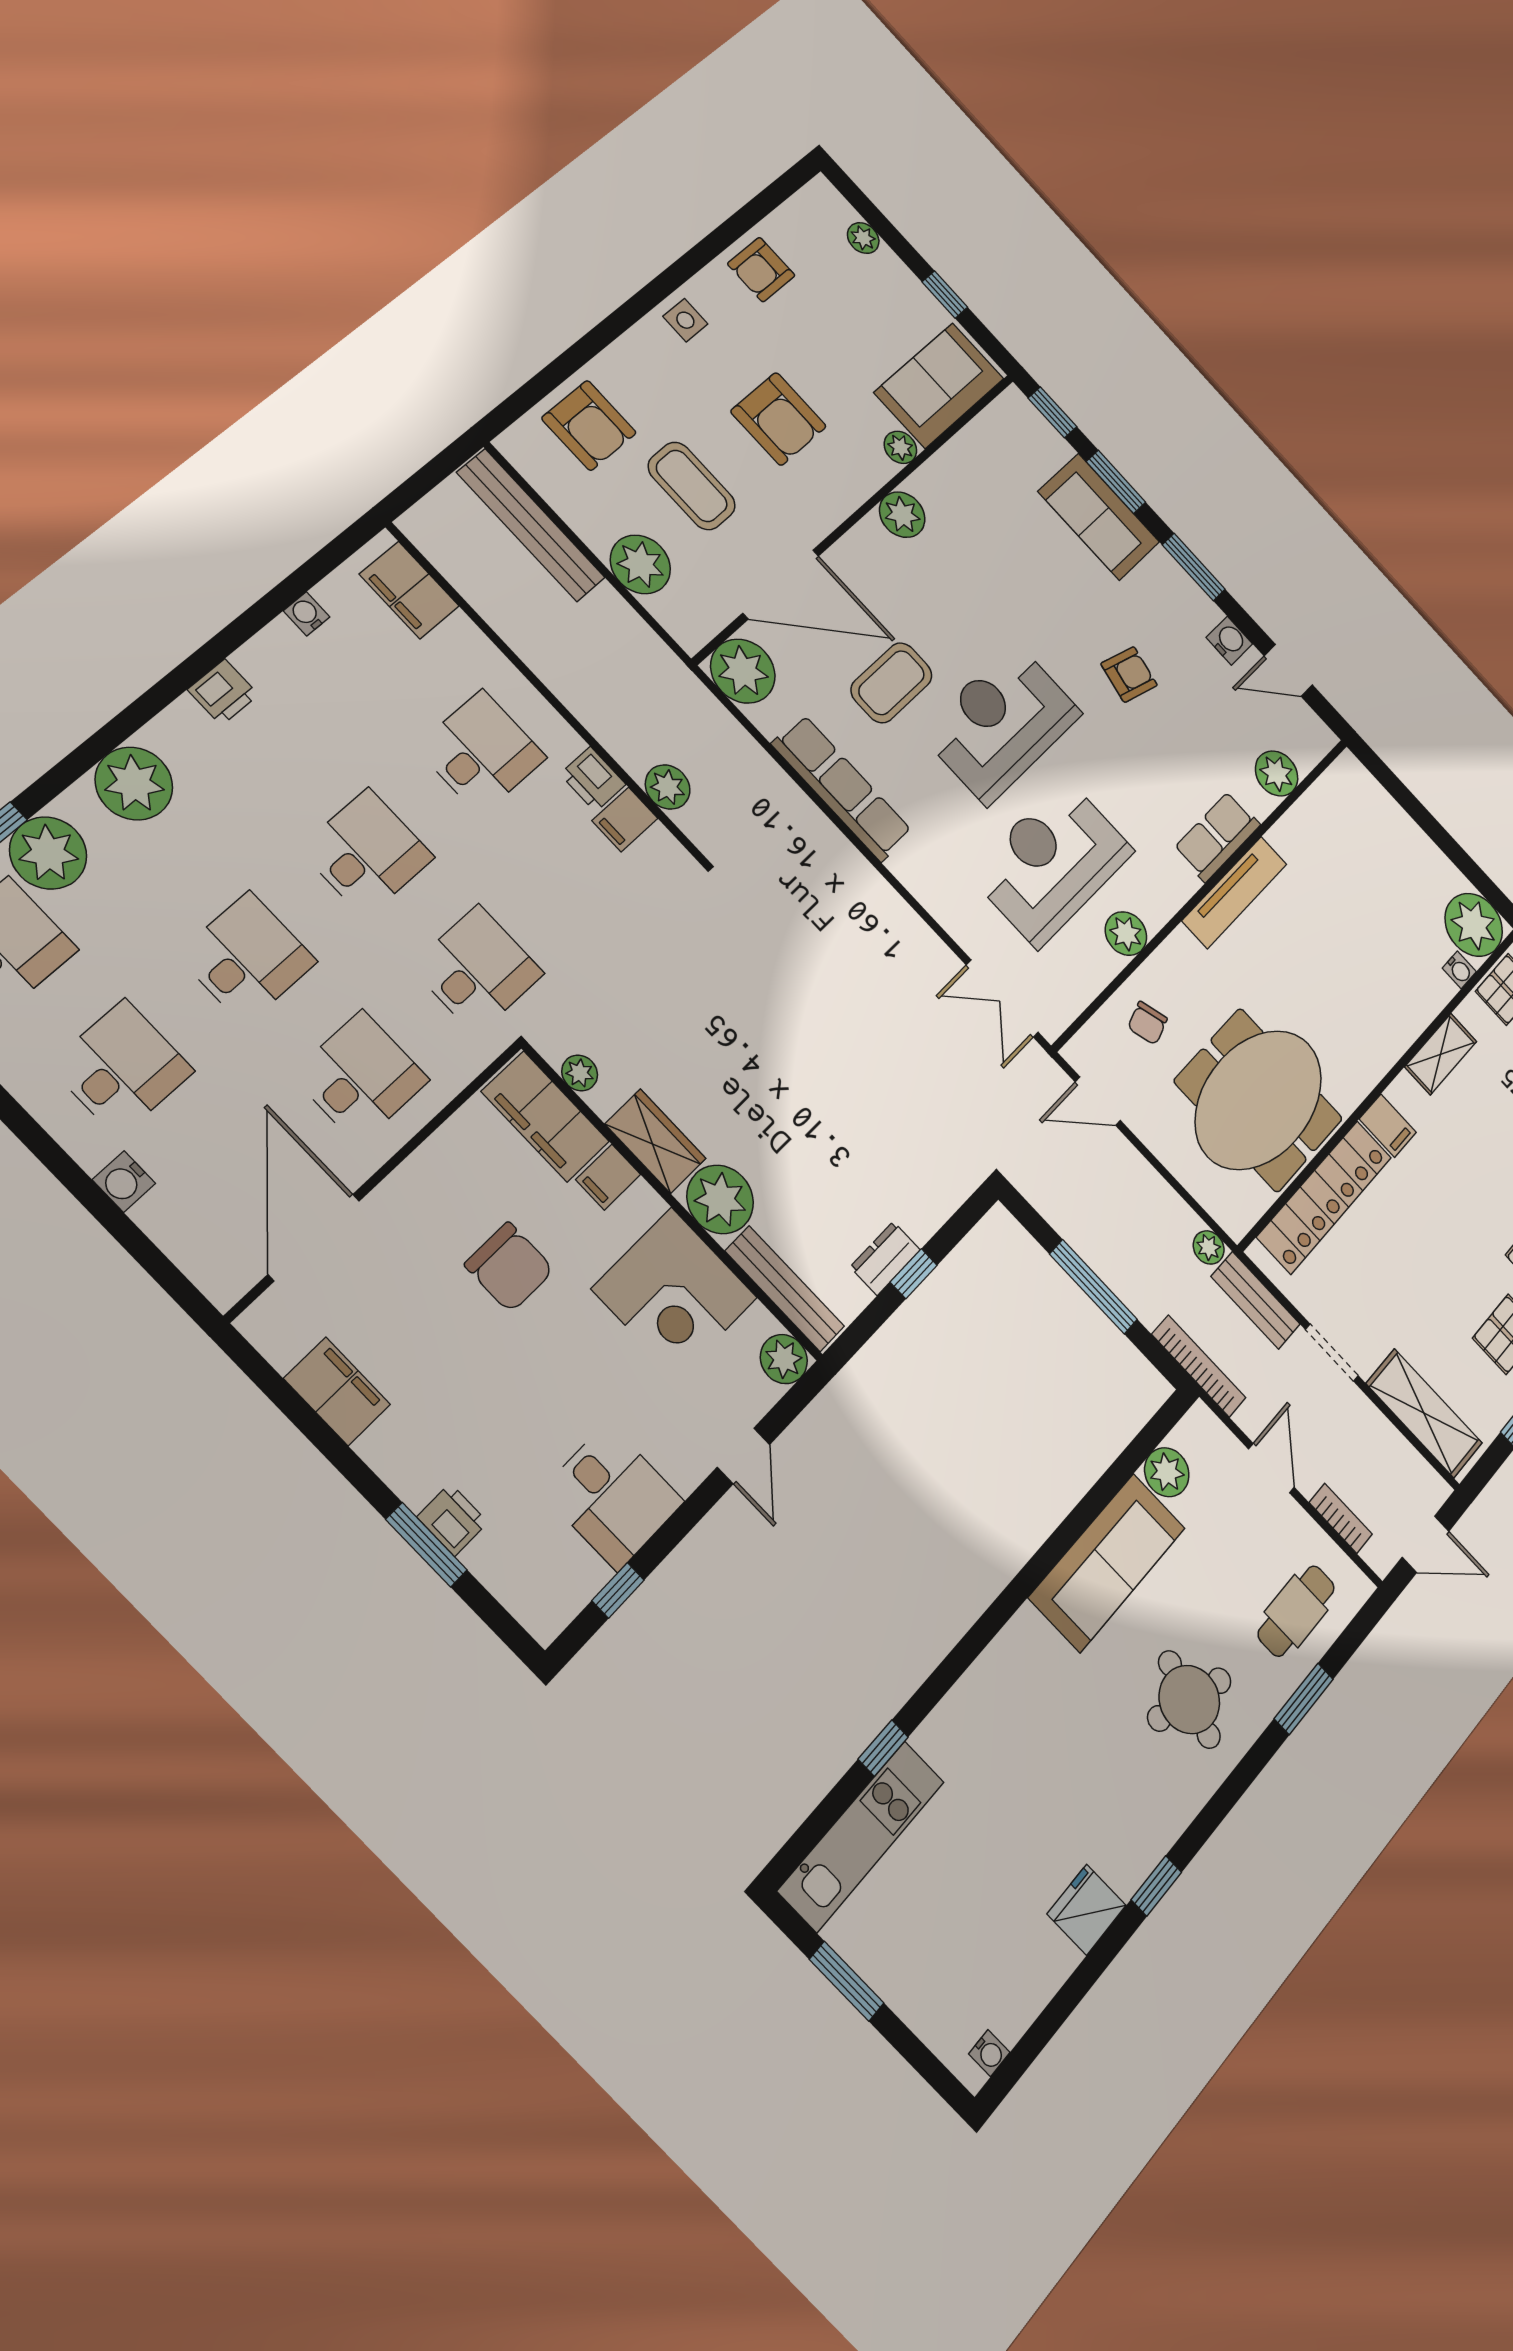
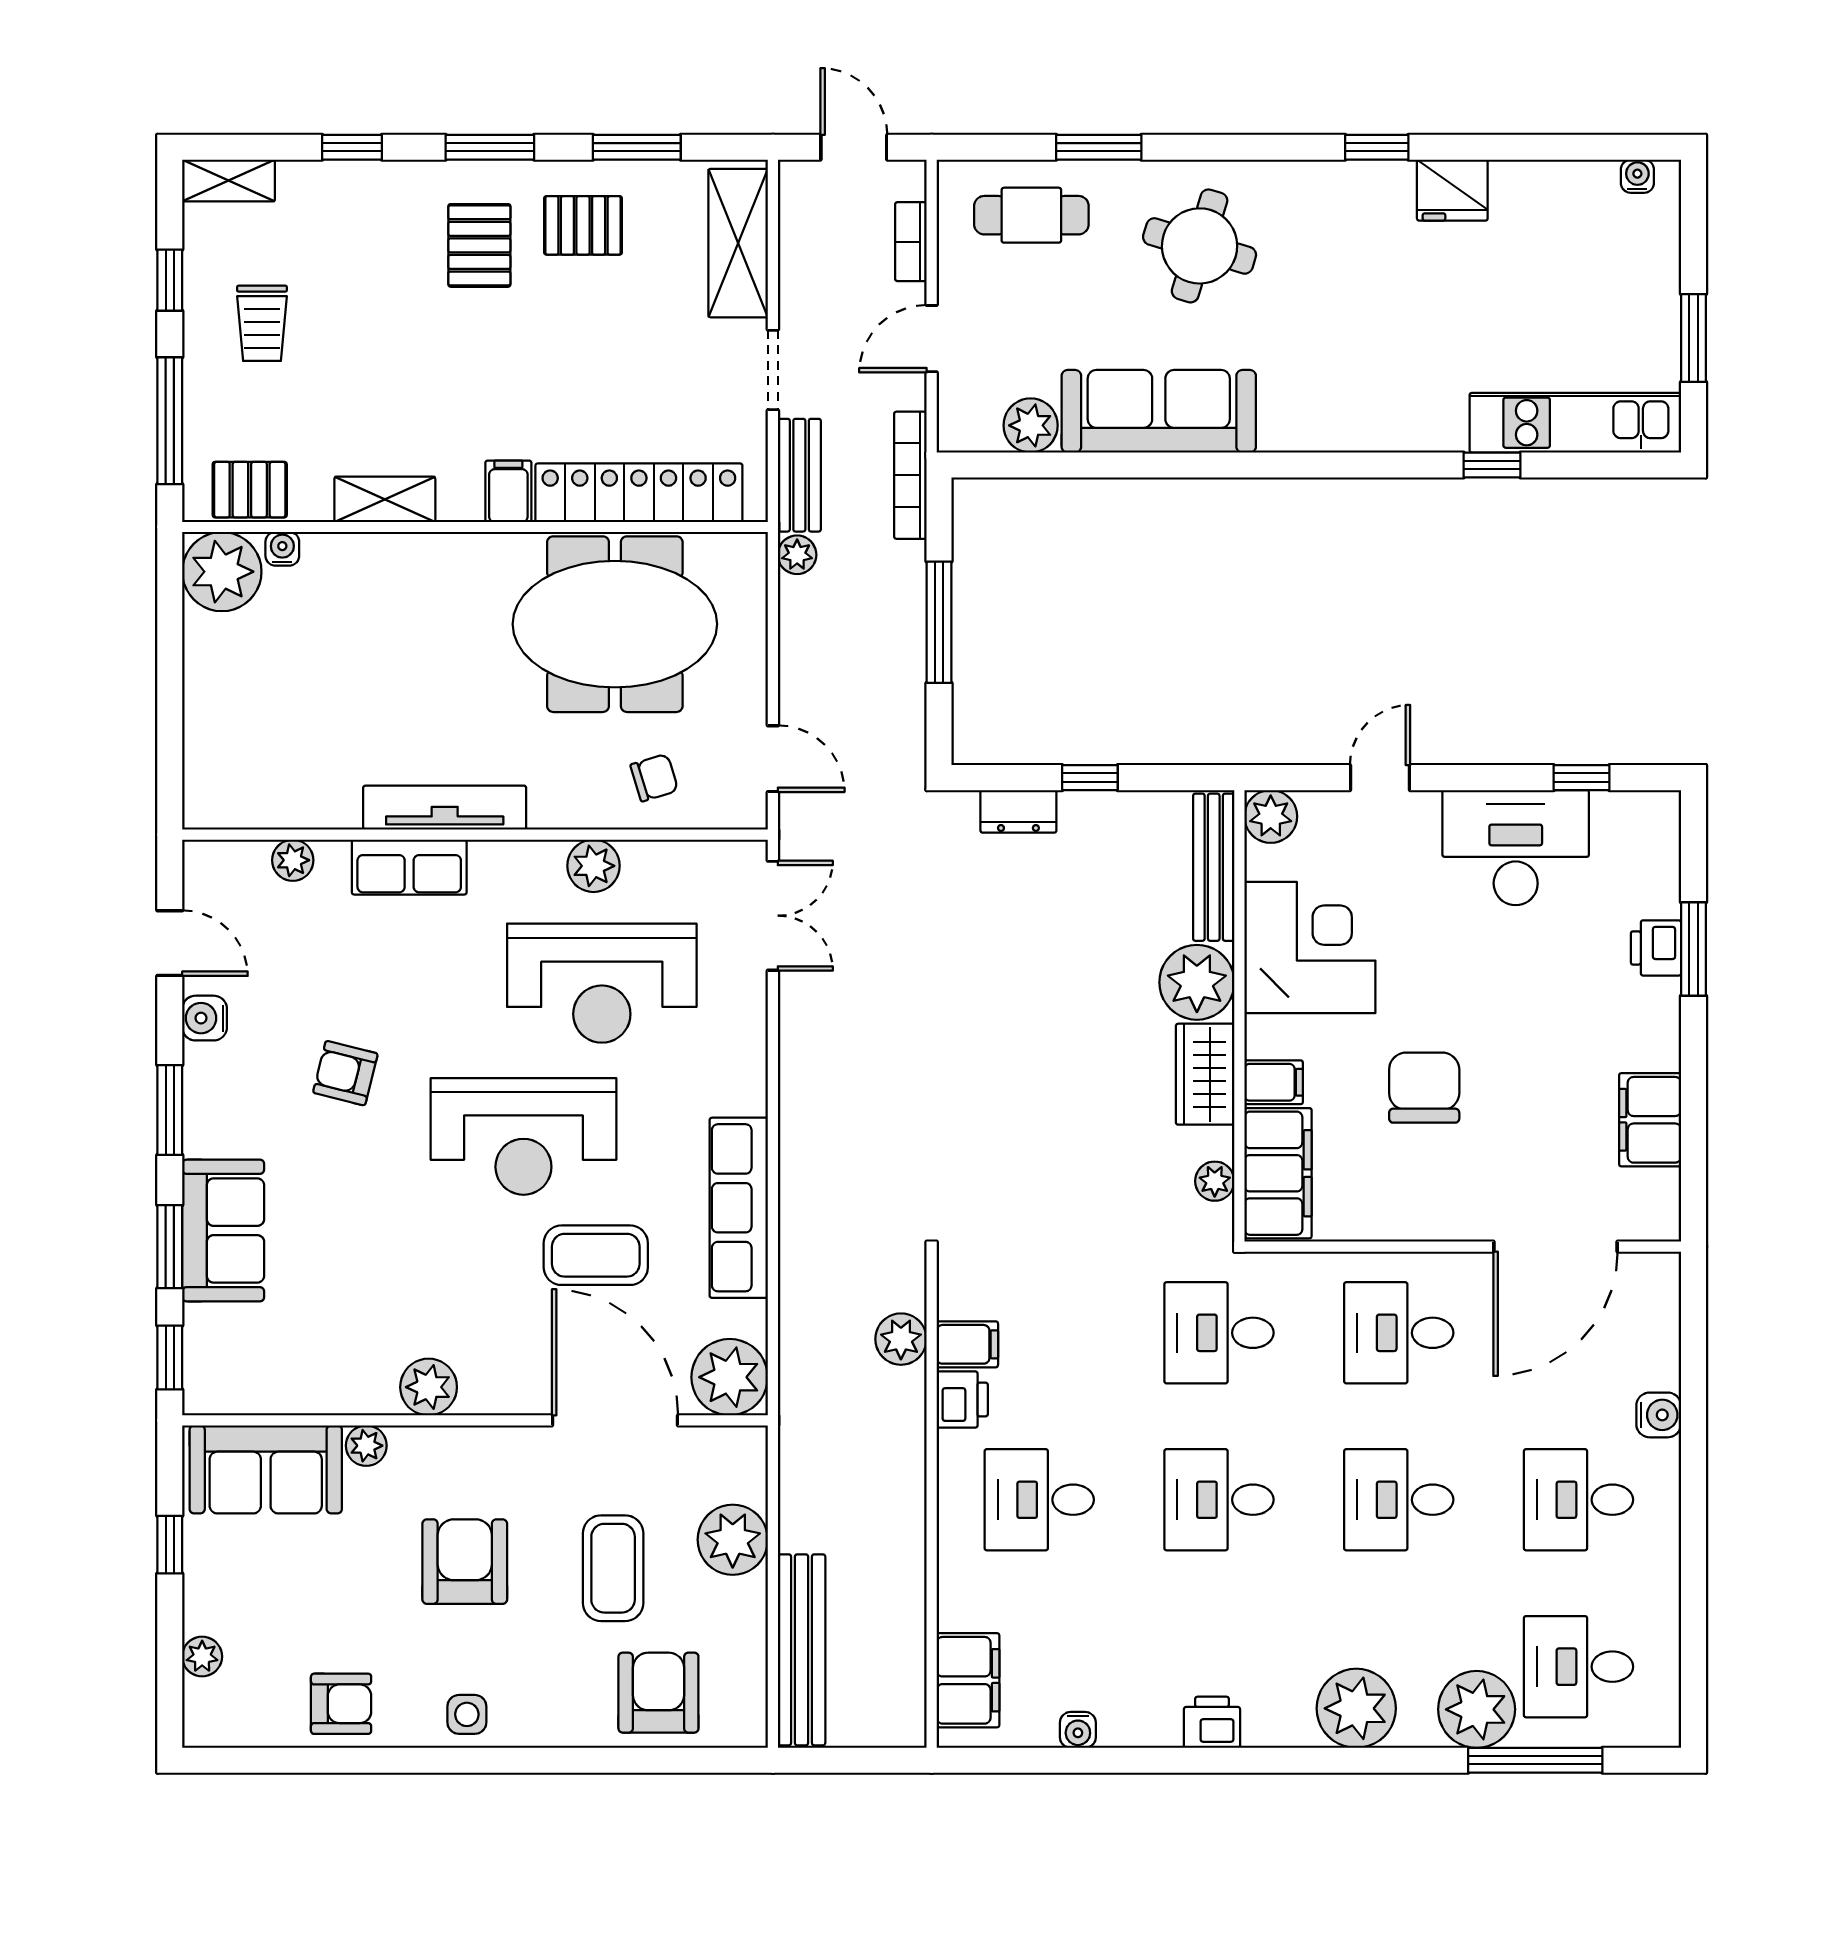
plant: (1277, 773) -> (293, 860), width x0.73, depth x0.73
dresser: (885, 1258) -> (1018, 811), moved
desk: (613, 1496) -> (1516, 848), width x1.37

